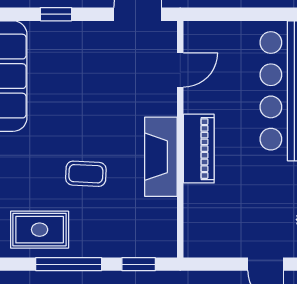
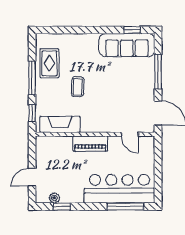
window: (56, 14) -> (158, 72), width x2.17
fireplace: (161, 157) -> (60, 124), moved

